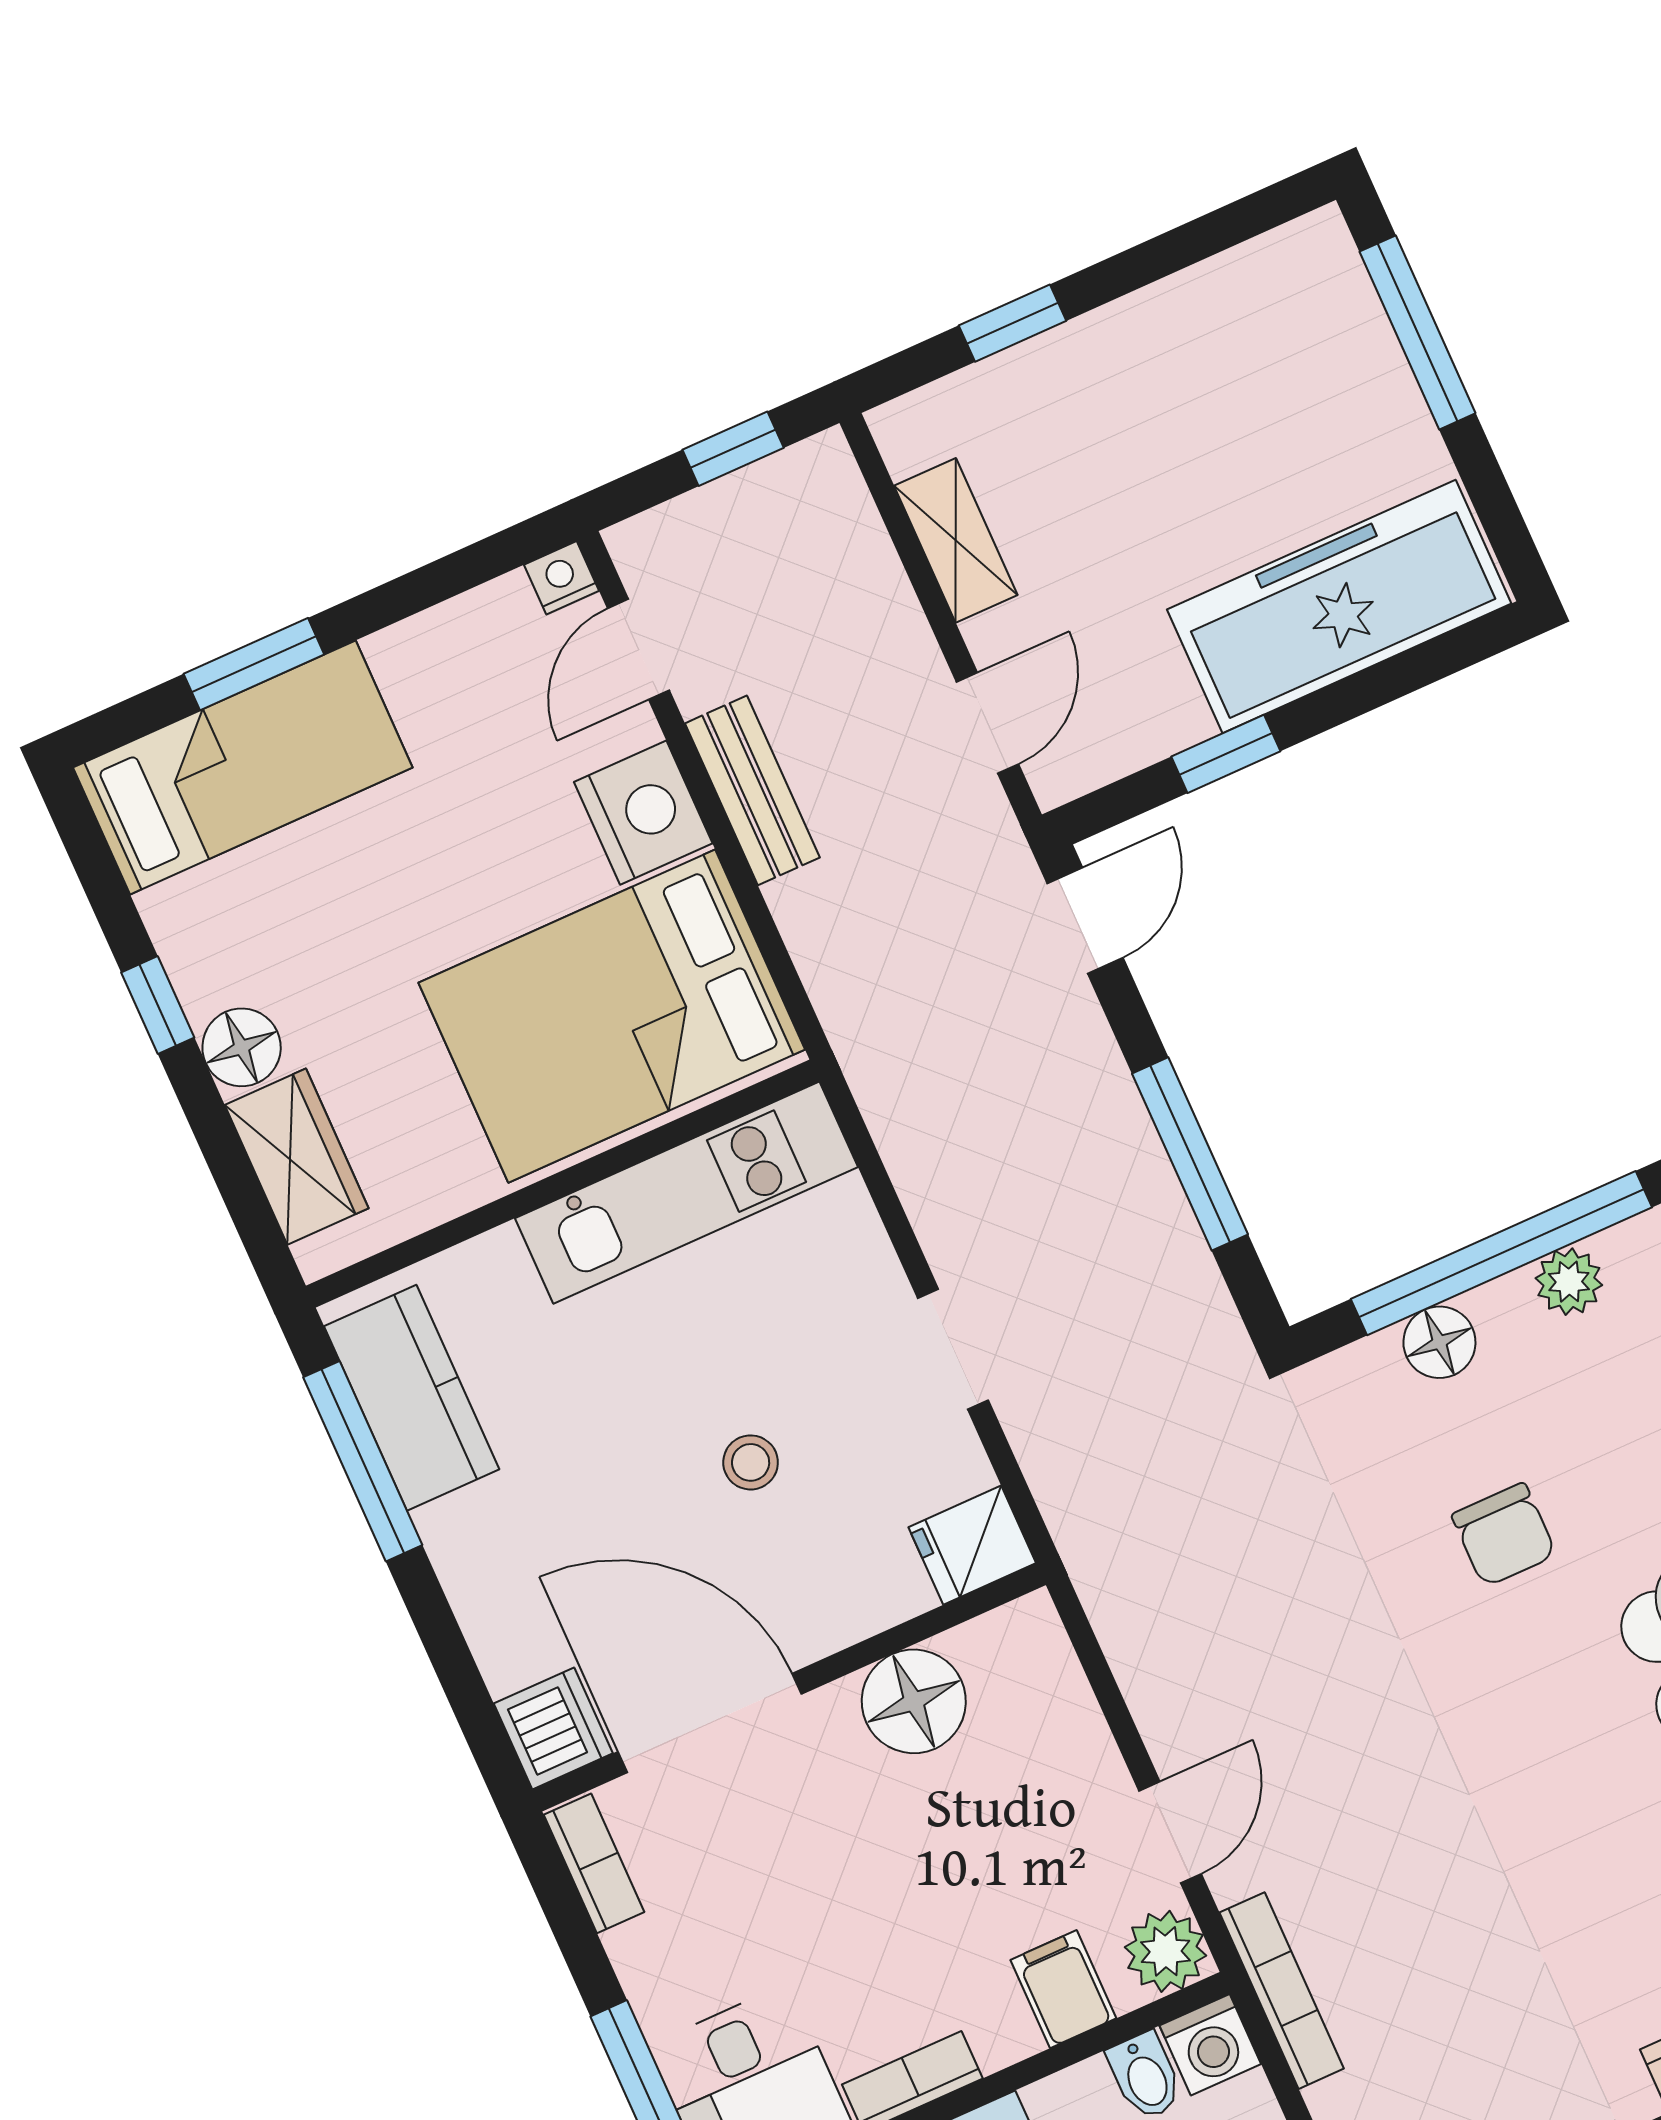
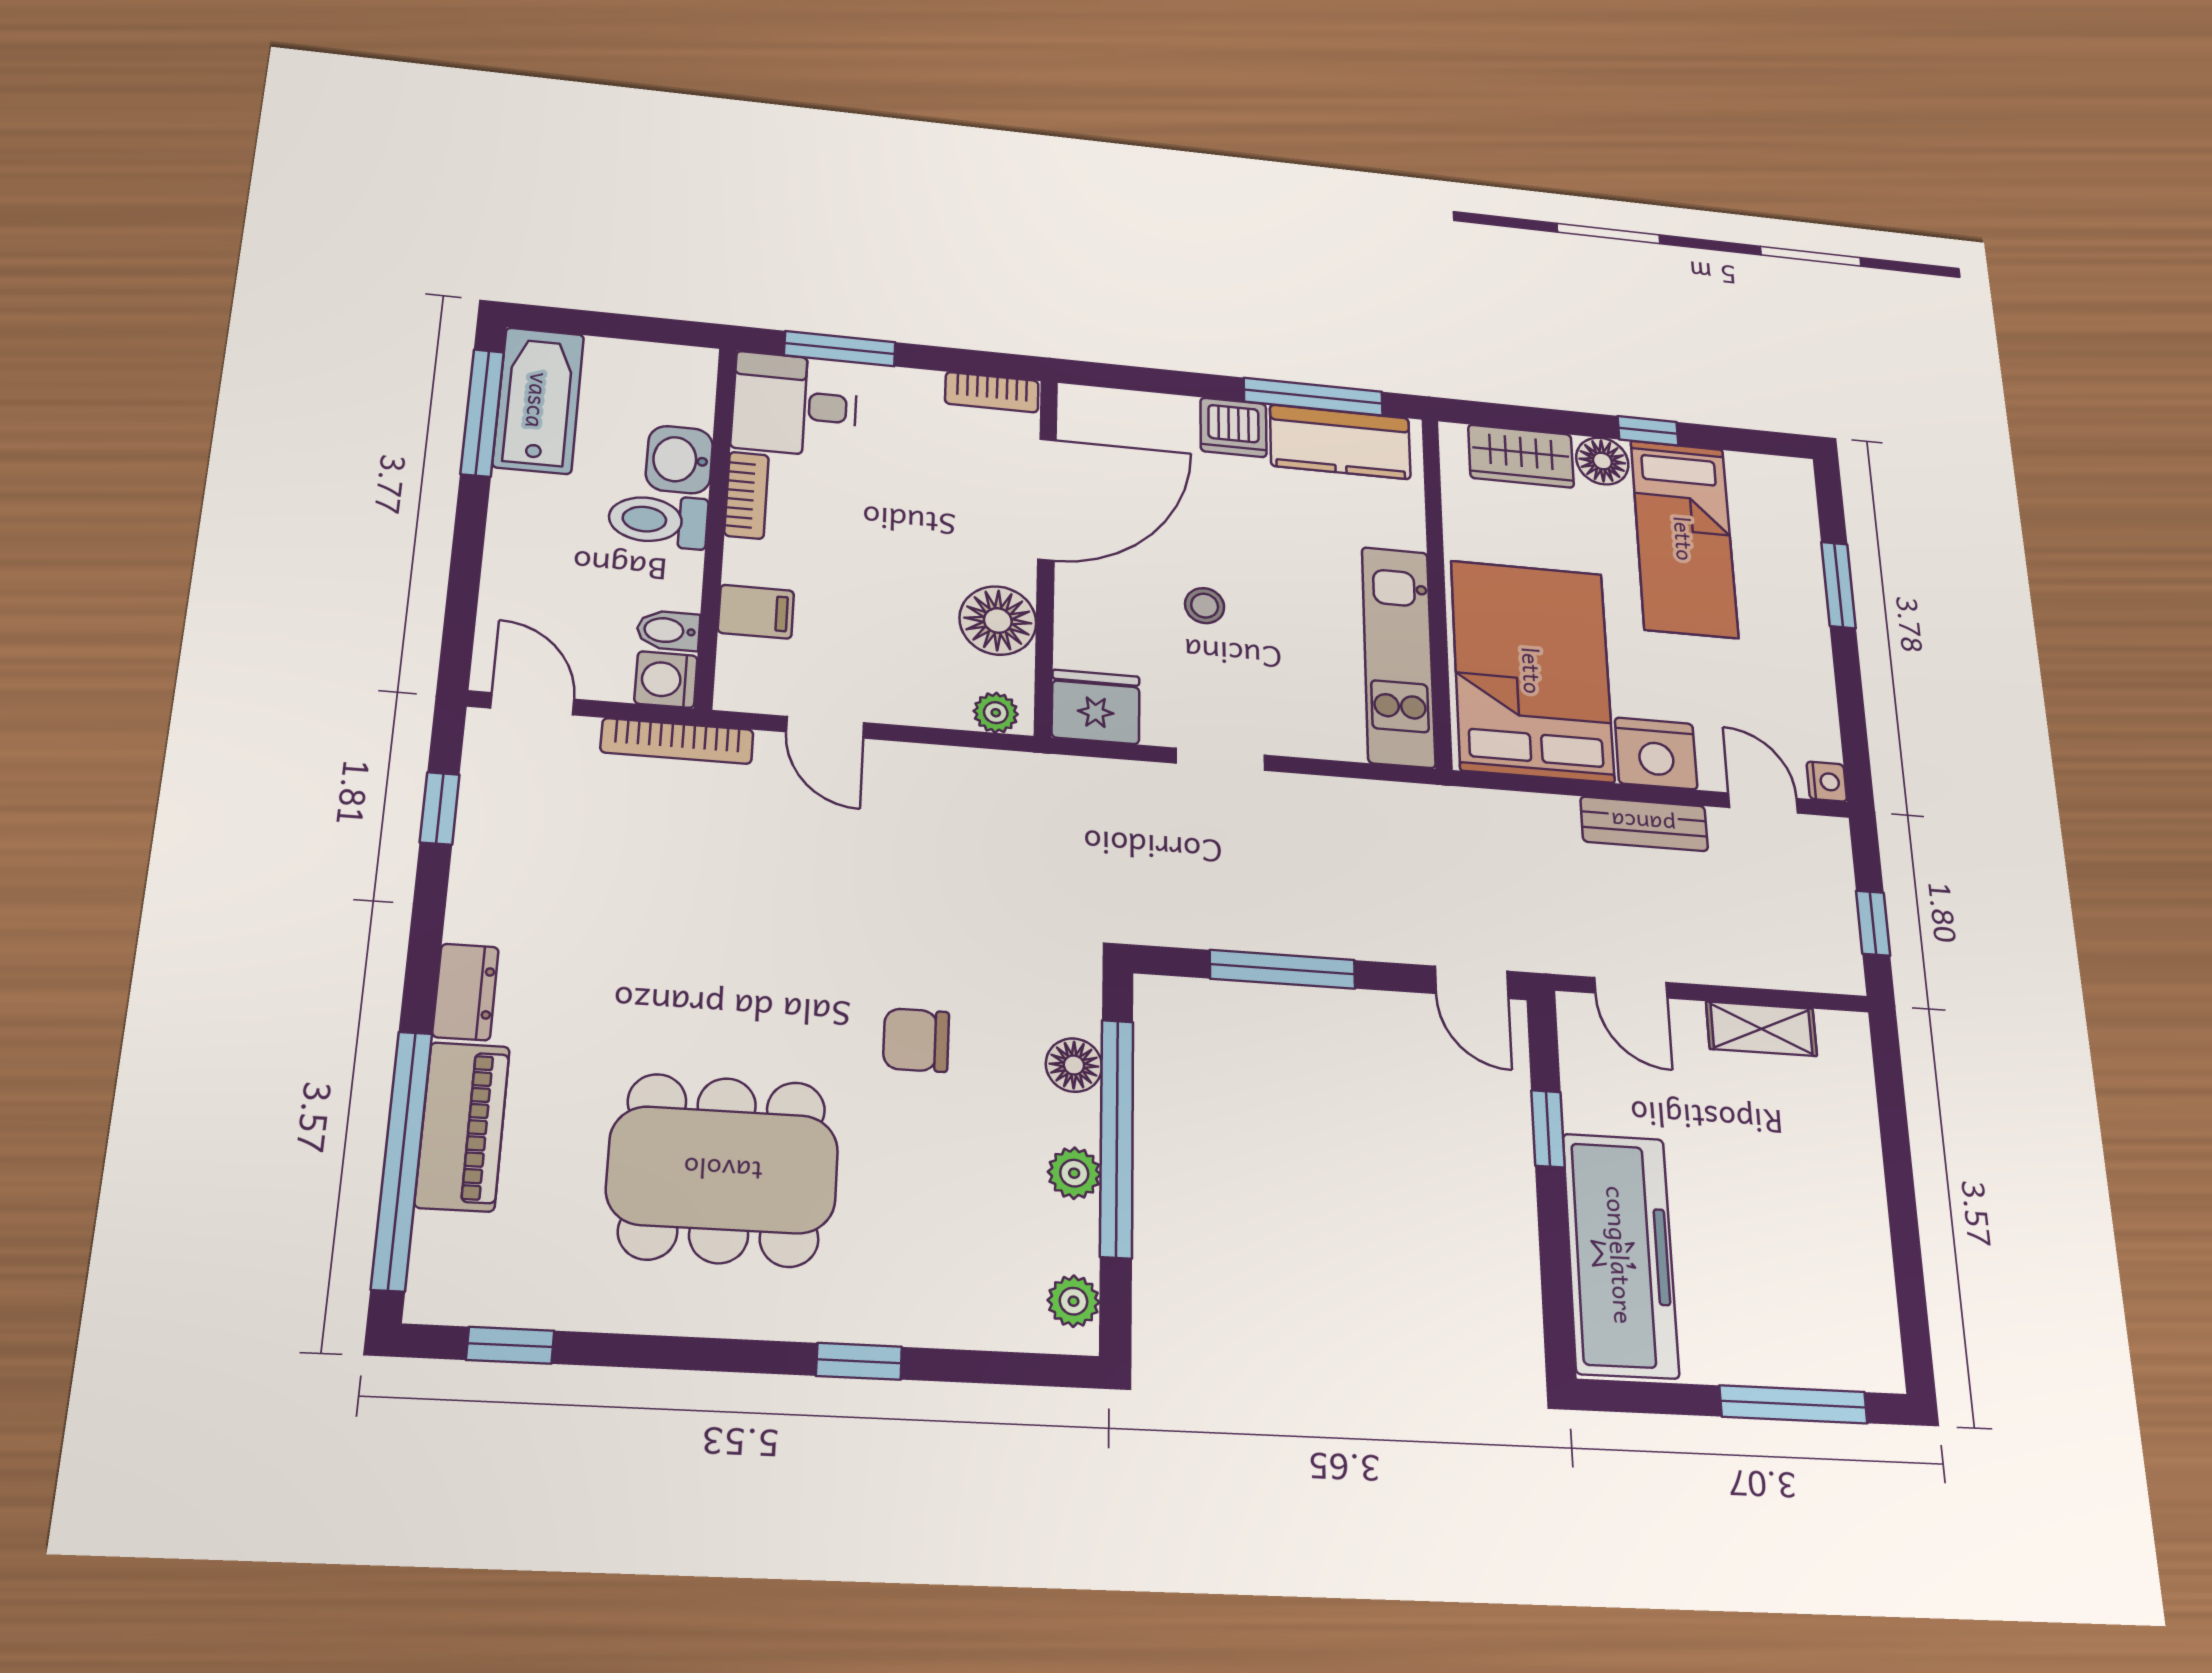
window: (1013, 323) -> (1895, 1137), removed
bed: (243, 767) -> (1684, 539), moved
fridge: (972, 1545) -> (1096, 707), width x1.38
dishwasher: (553, 1728) -> (1233, 427), moved
plant: (1166, 1951) -> (996, 713), moved, width x0.73, depth x0.73

